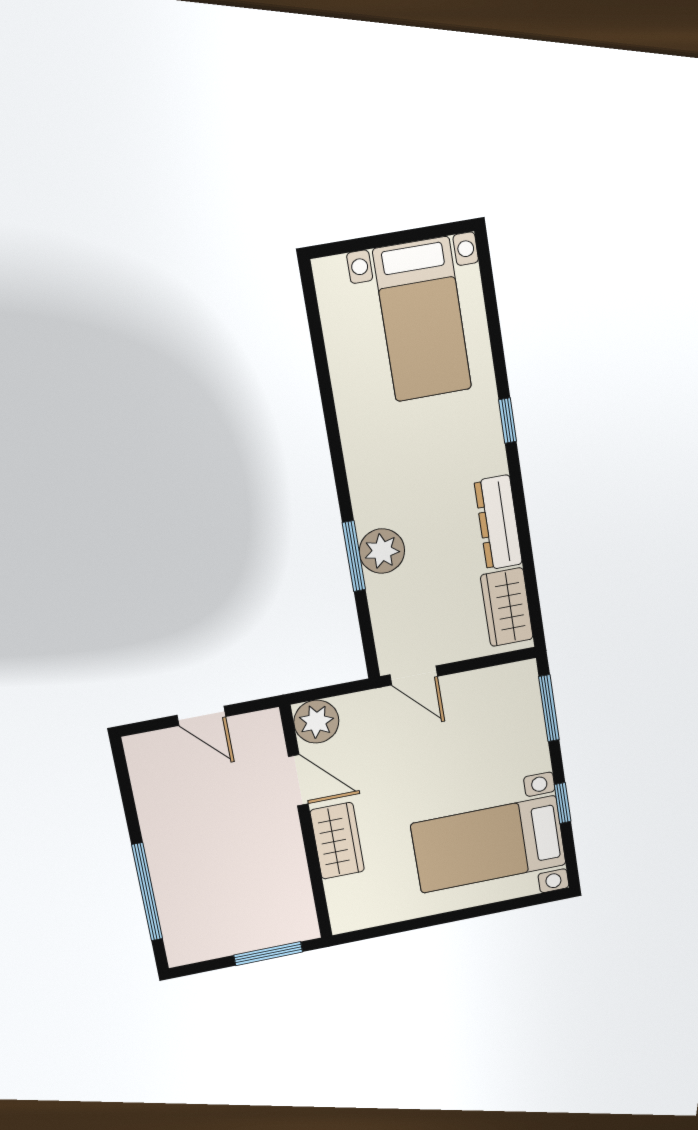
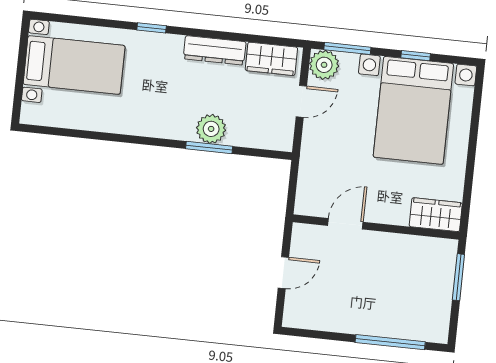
door: (414, 675) -> (301, 101), moved
plant: (316, 722) -> (324, 65), moved
wardrobe: (337, 841) -> (436, 215), moved
bed with nightstands: (489, 844) -> (413, 110), width x1.36

